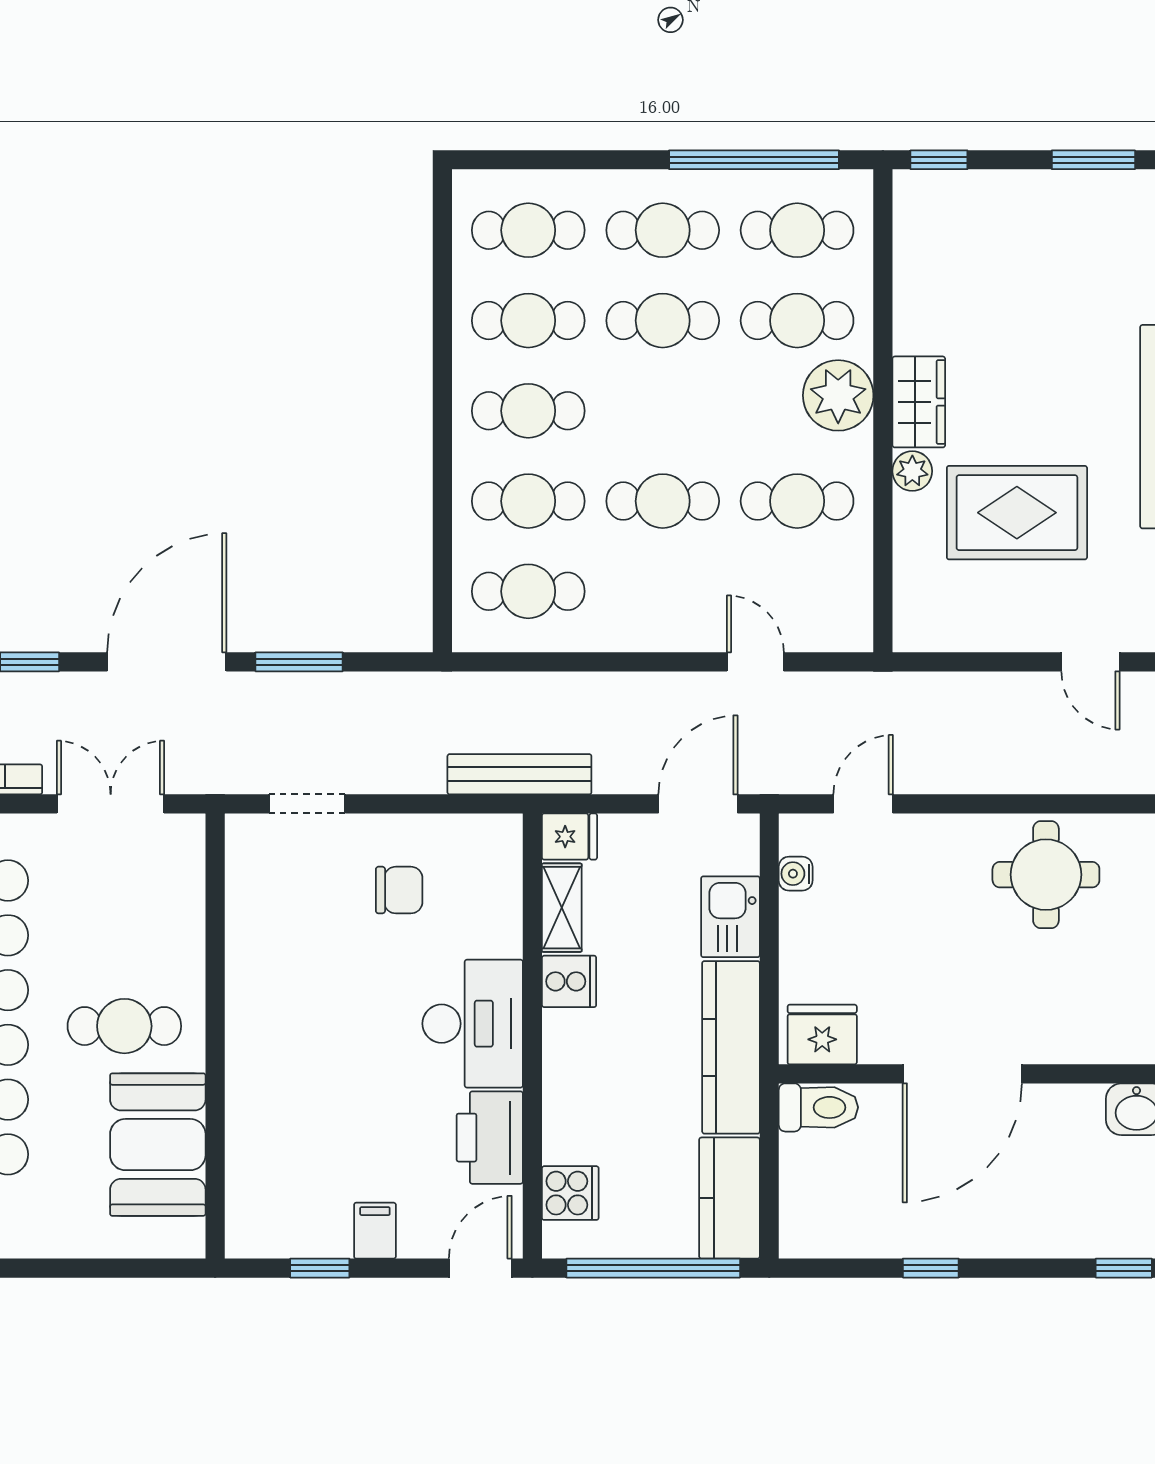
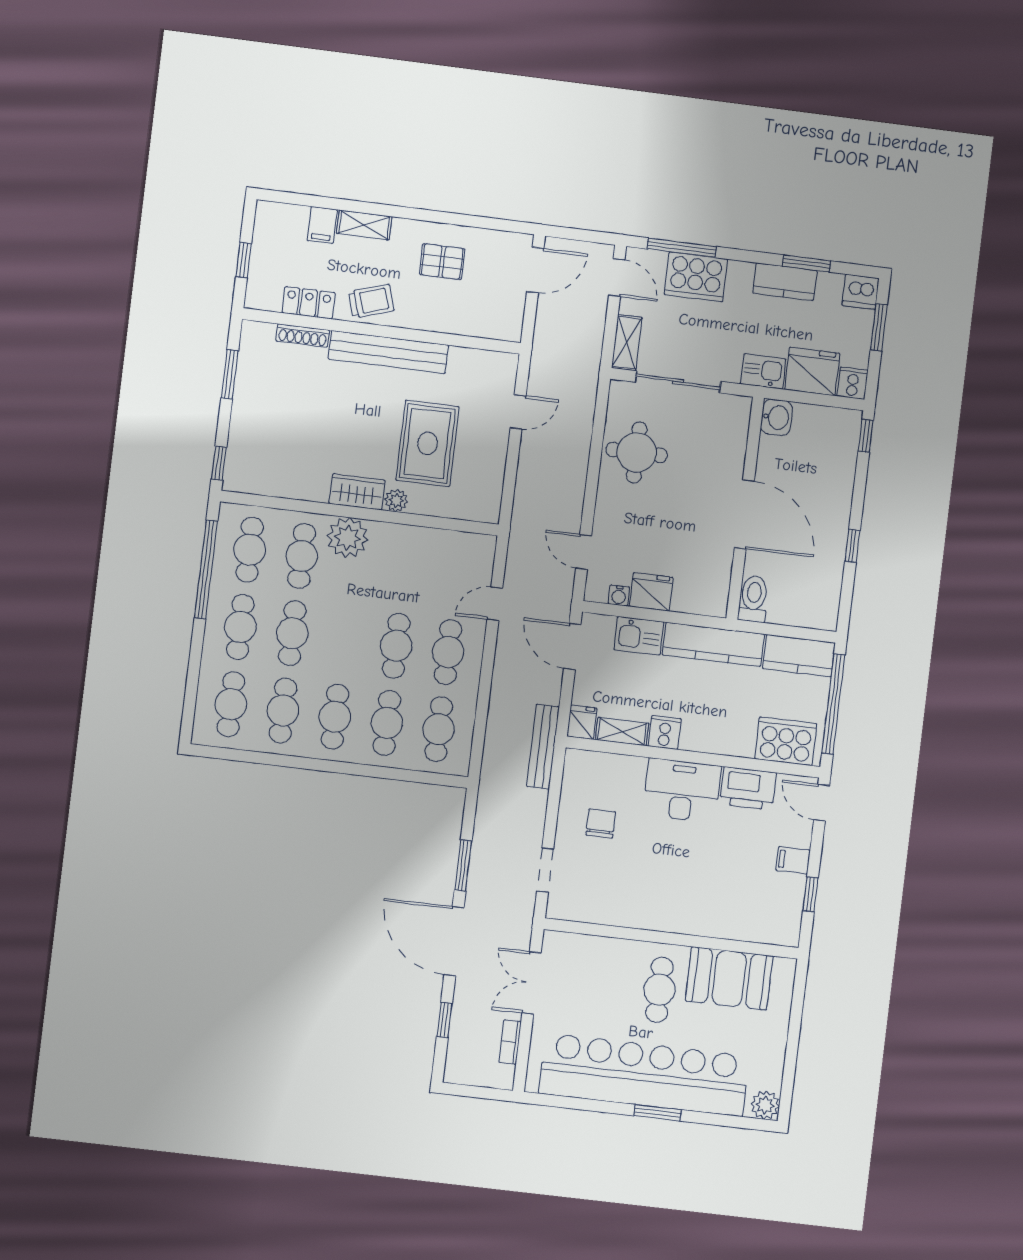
cafe table: (797, 501) -> (448, 652), moved
fridge: (822, 1035) -> (651, 592), moved, turned 90
cooker: (570, 1193) -> (786, 741), width x1.87, depth x1.31

